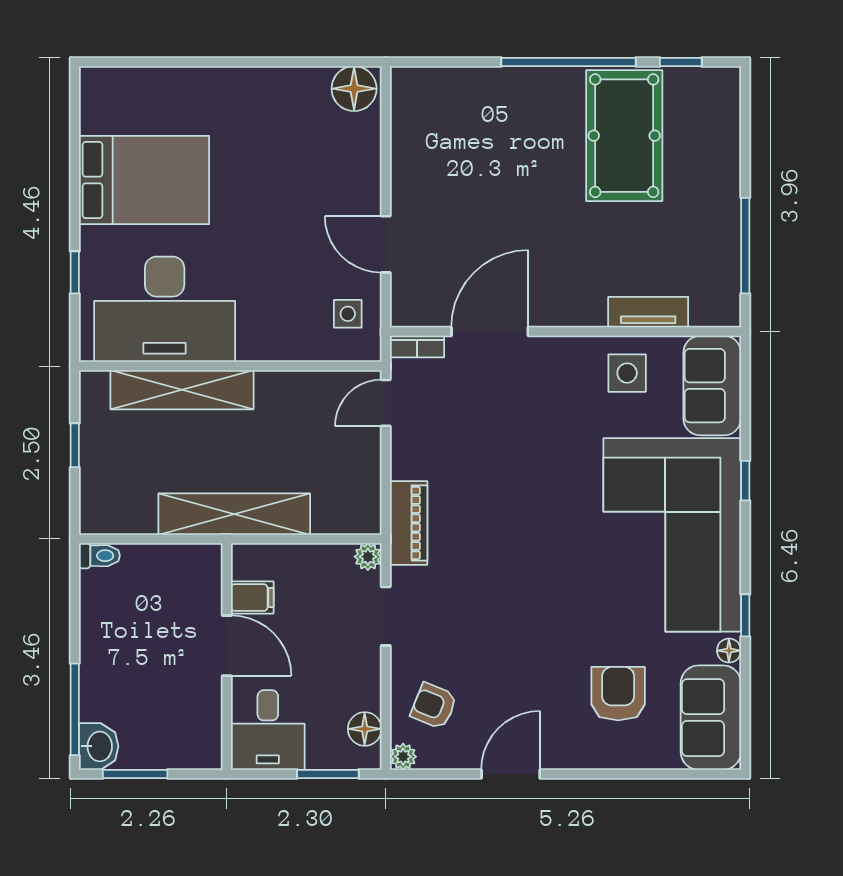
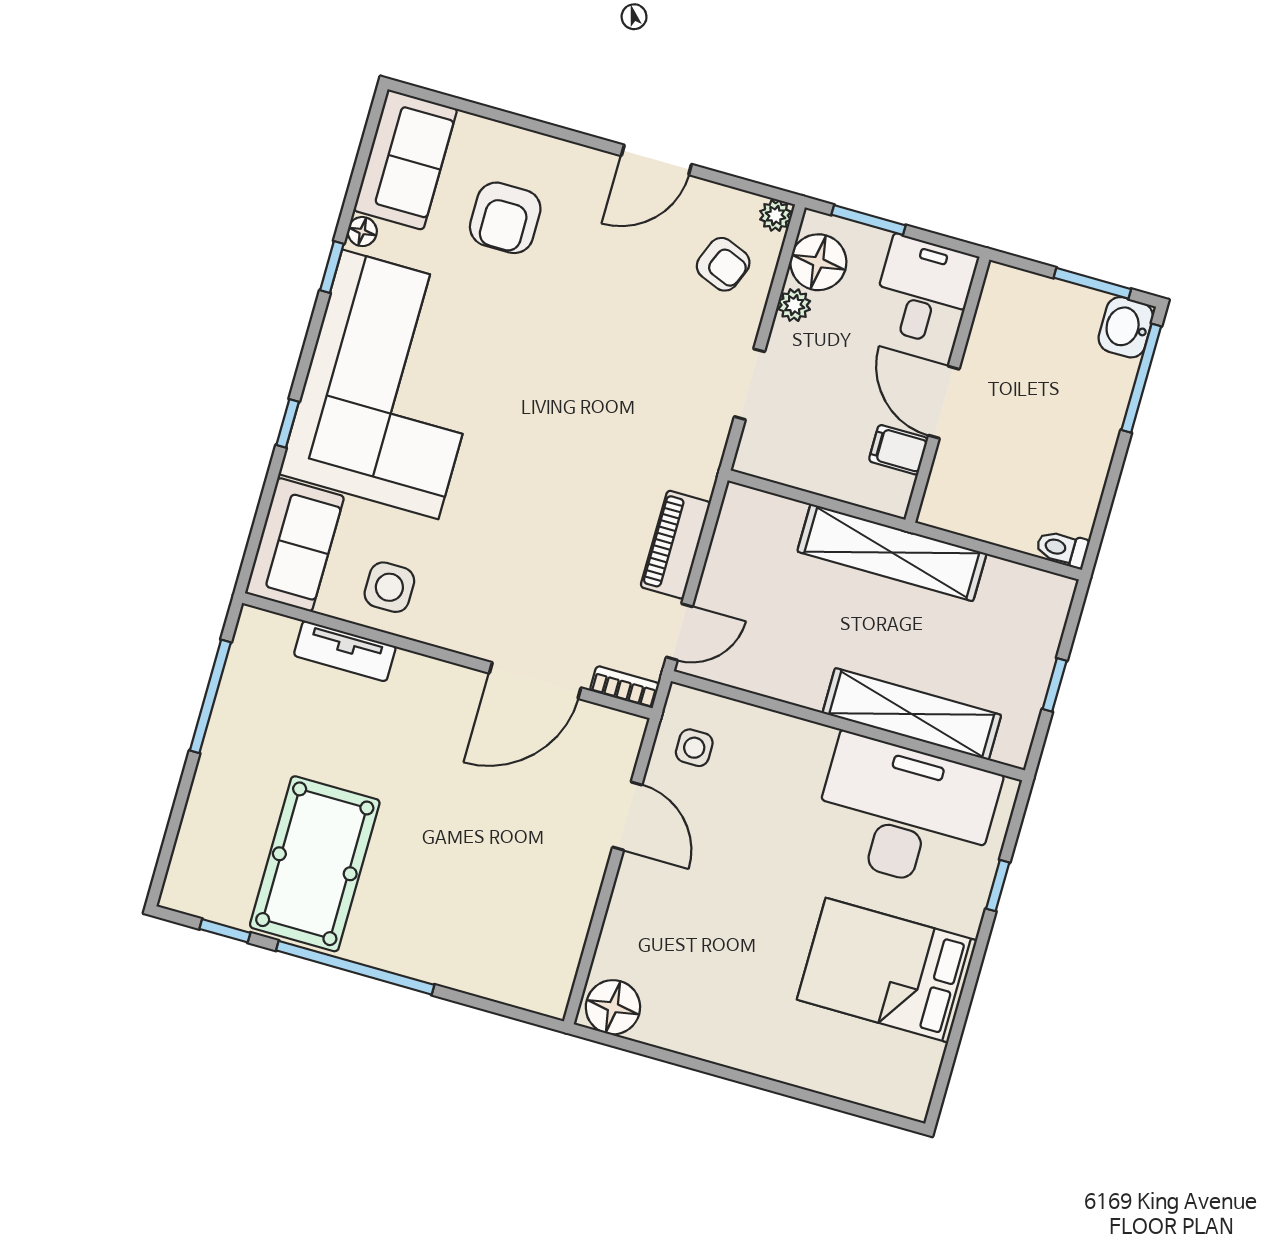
piano: (409, 523) -> (675, 545), moved
plant: (368, 557) -> (794, 305), moved
floor lamp: (365, 729) -> (818, 262), width x1.38, depth x1.38

